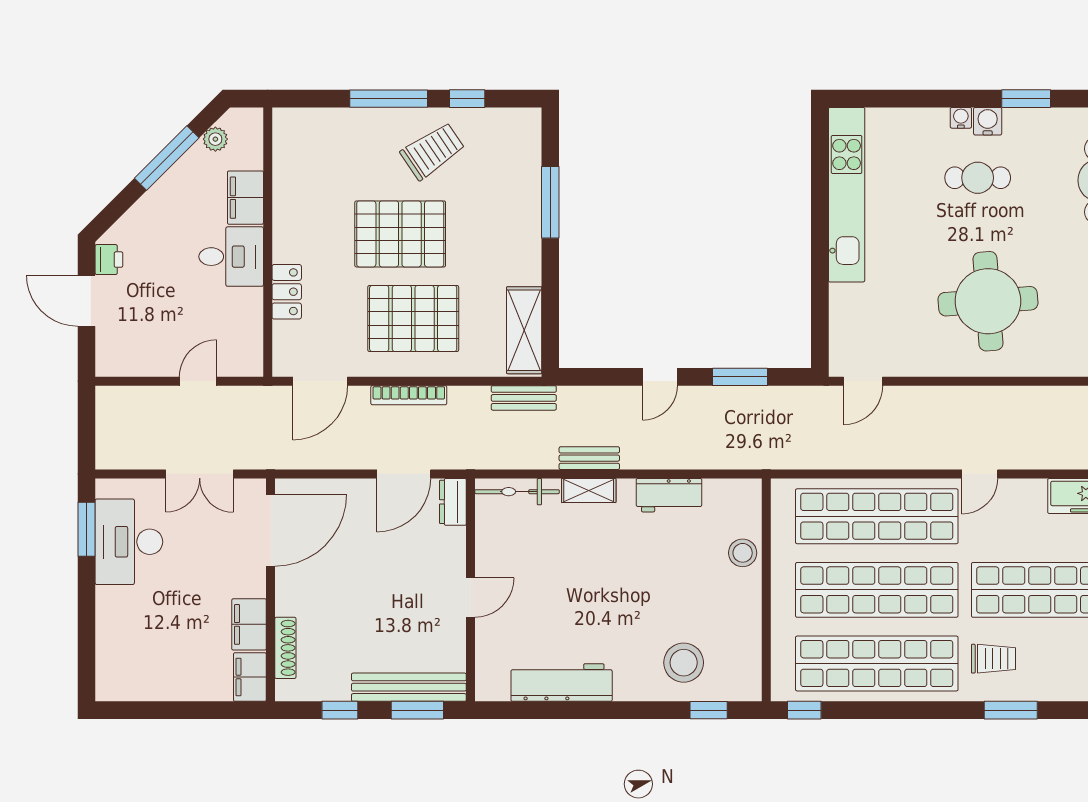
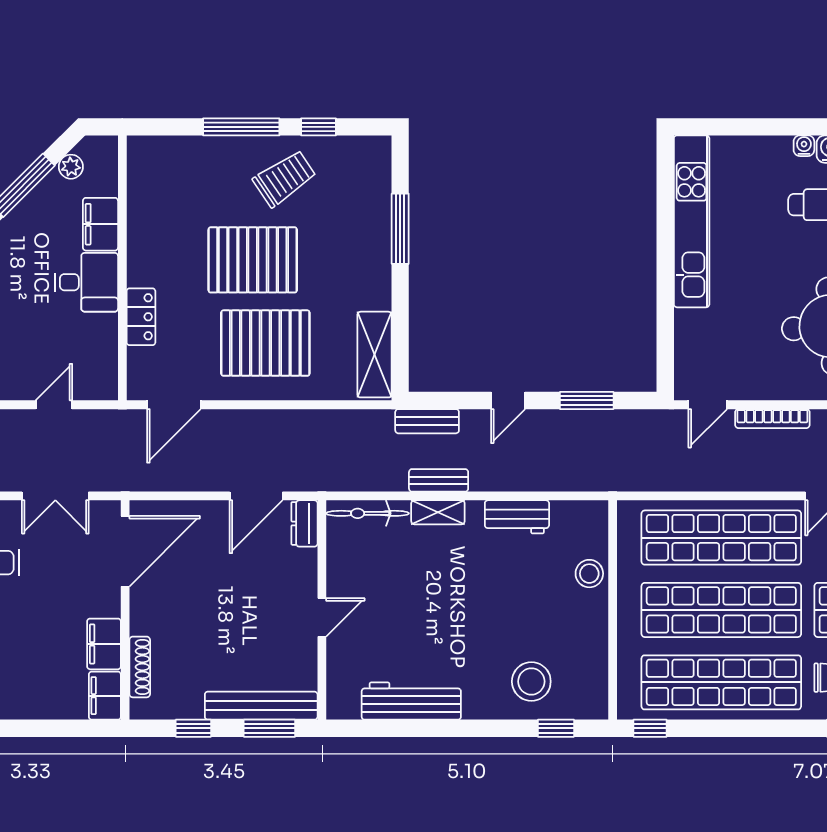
bookcase: (409, 395) -> (772, 419), moved
bench: (524, 398) -> (427, 421), moved

